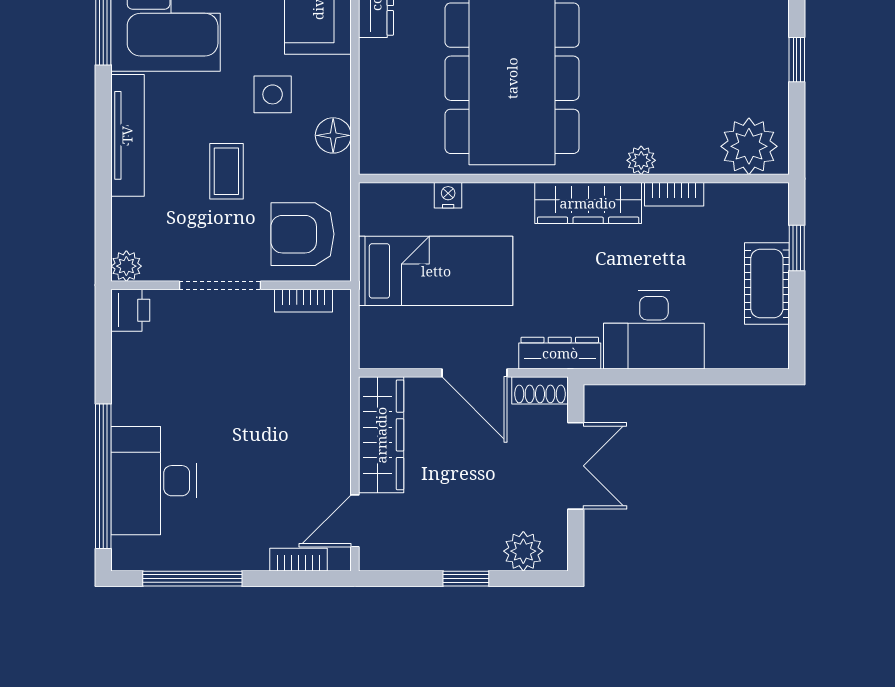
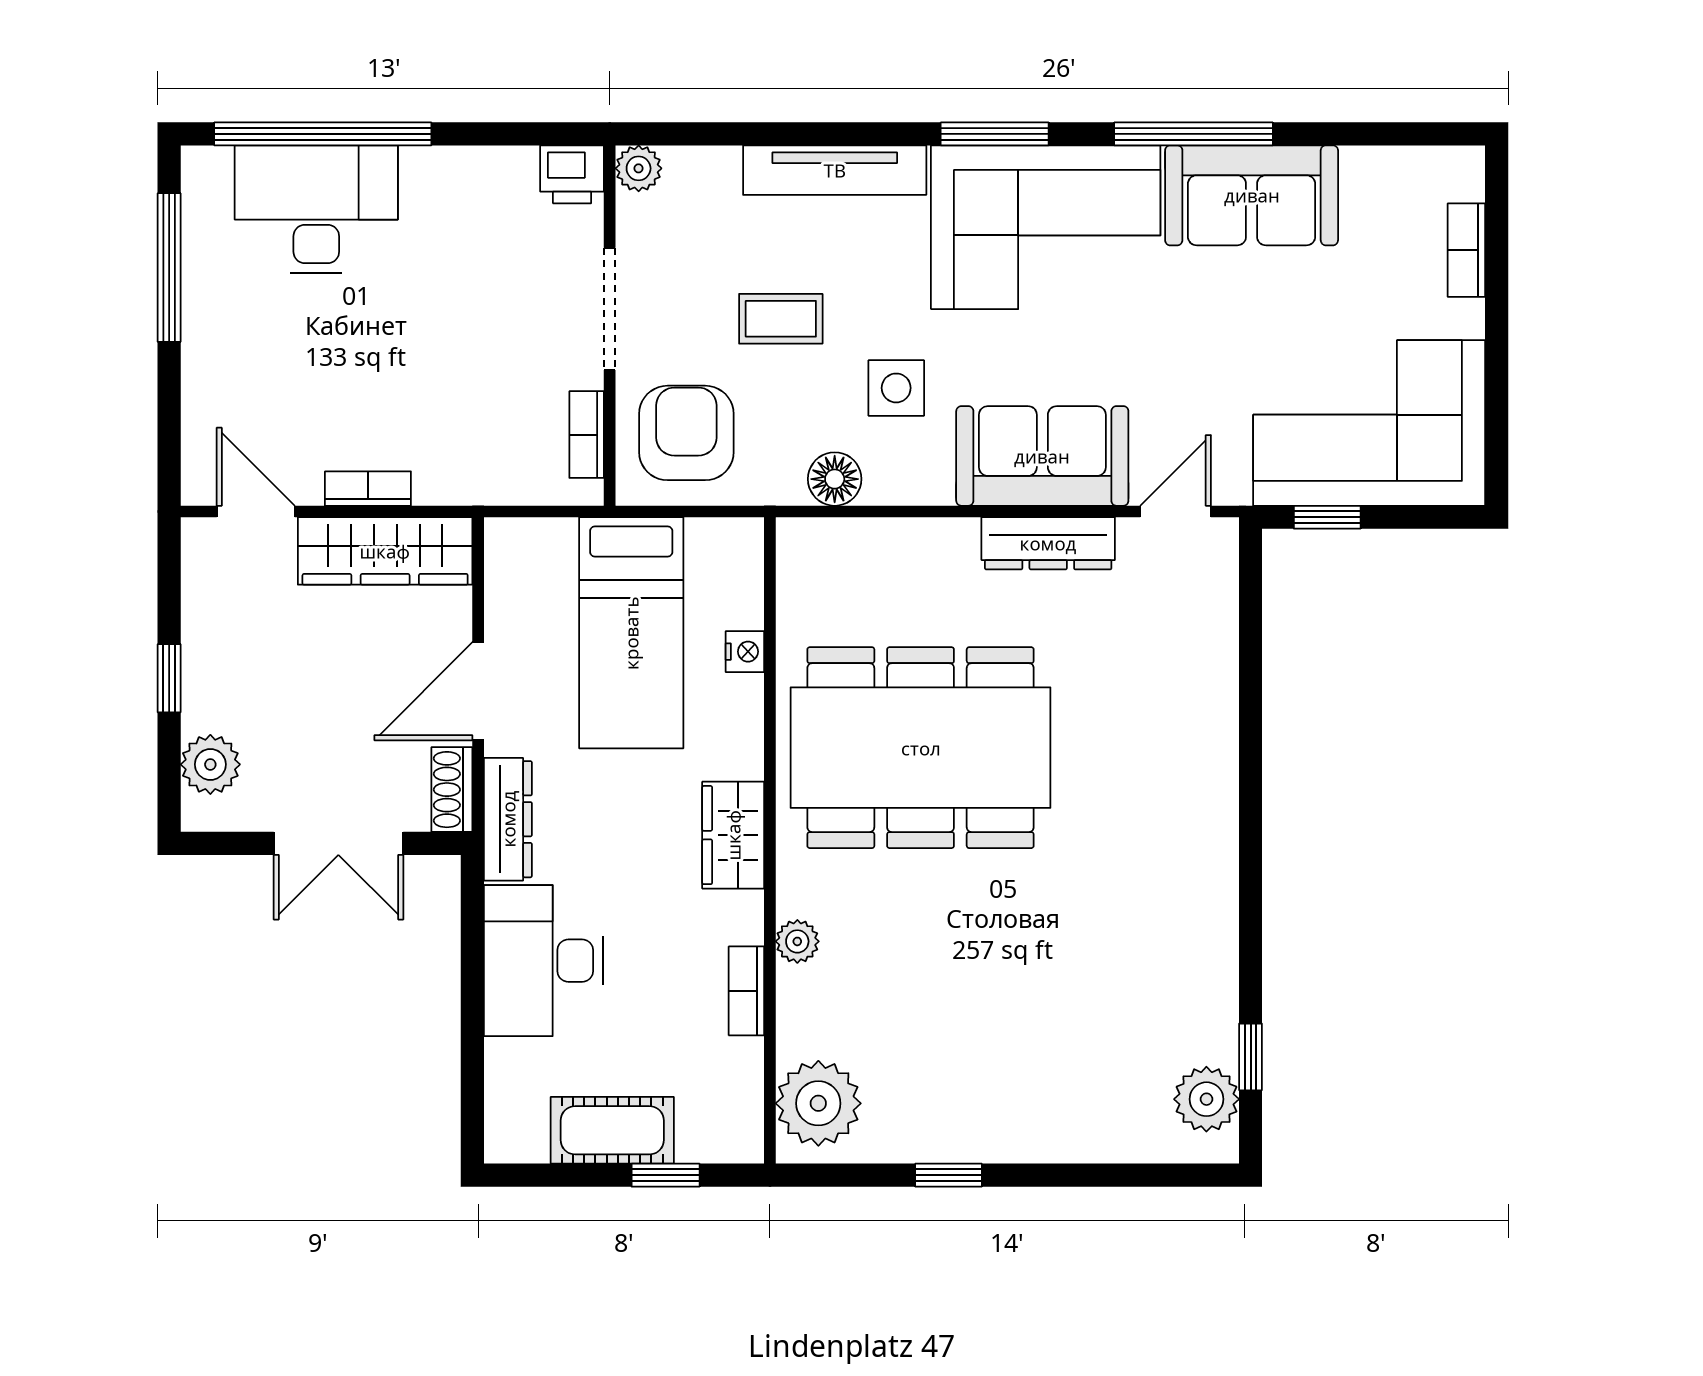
wardrobe: (588, 203) -> (733, 835), width x0.67
bookcase: (299, 560) -> (368, 489), moved, turned -90

